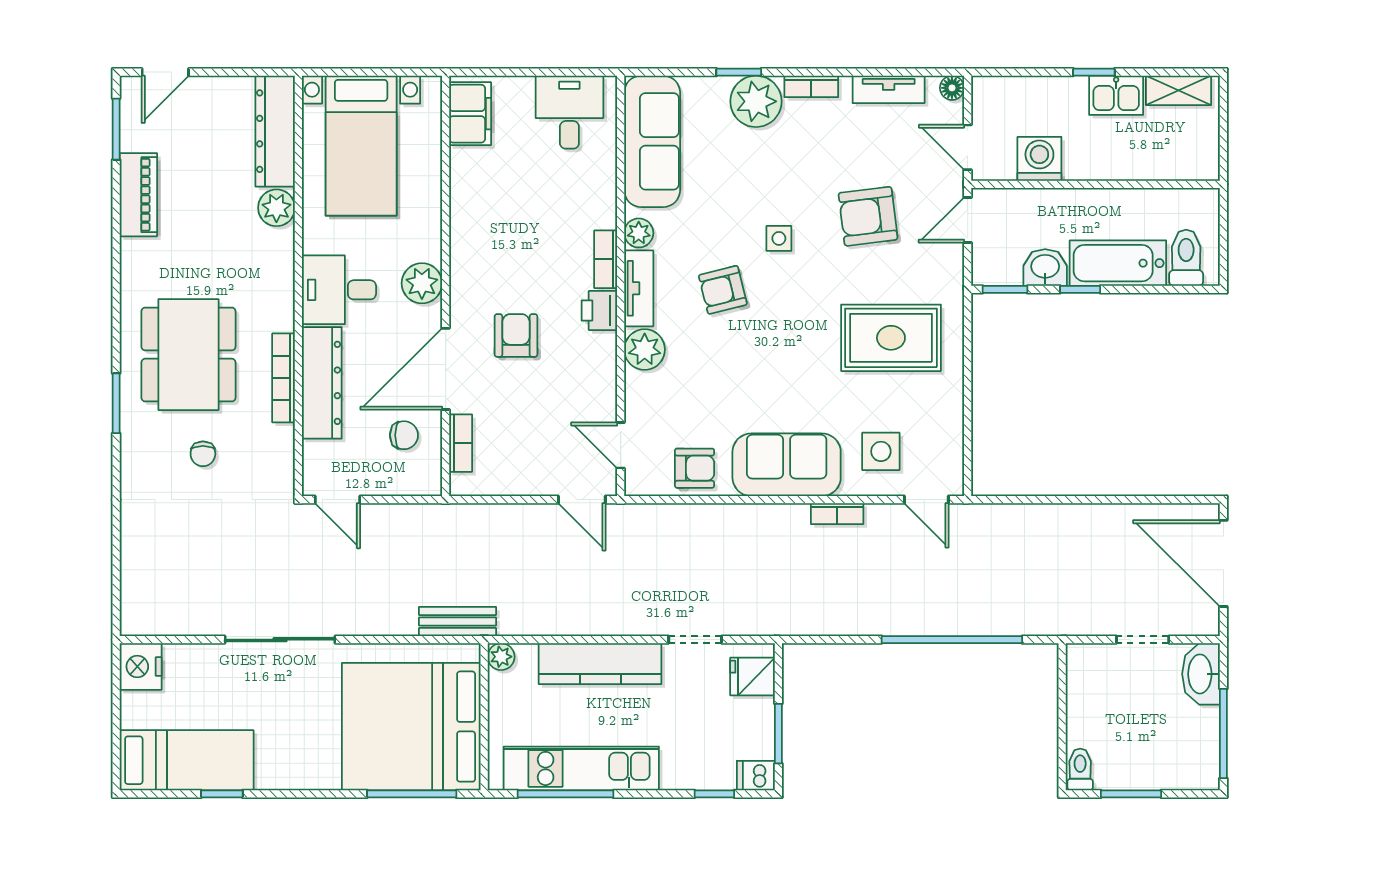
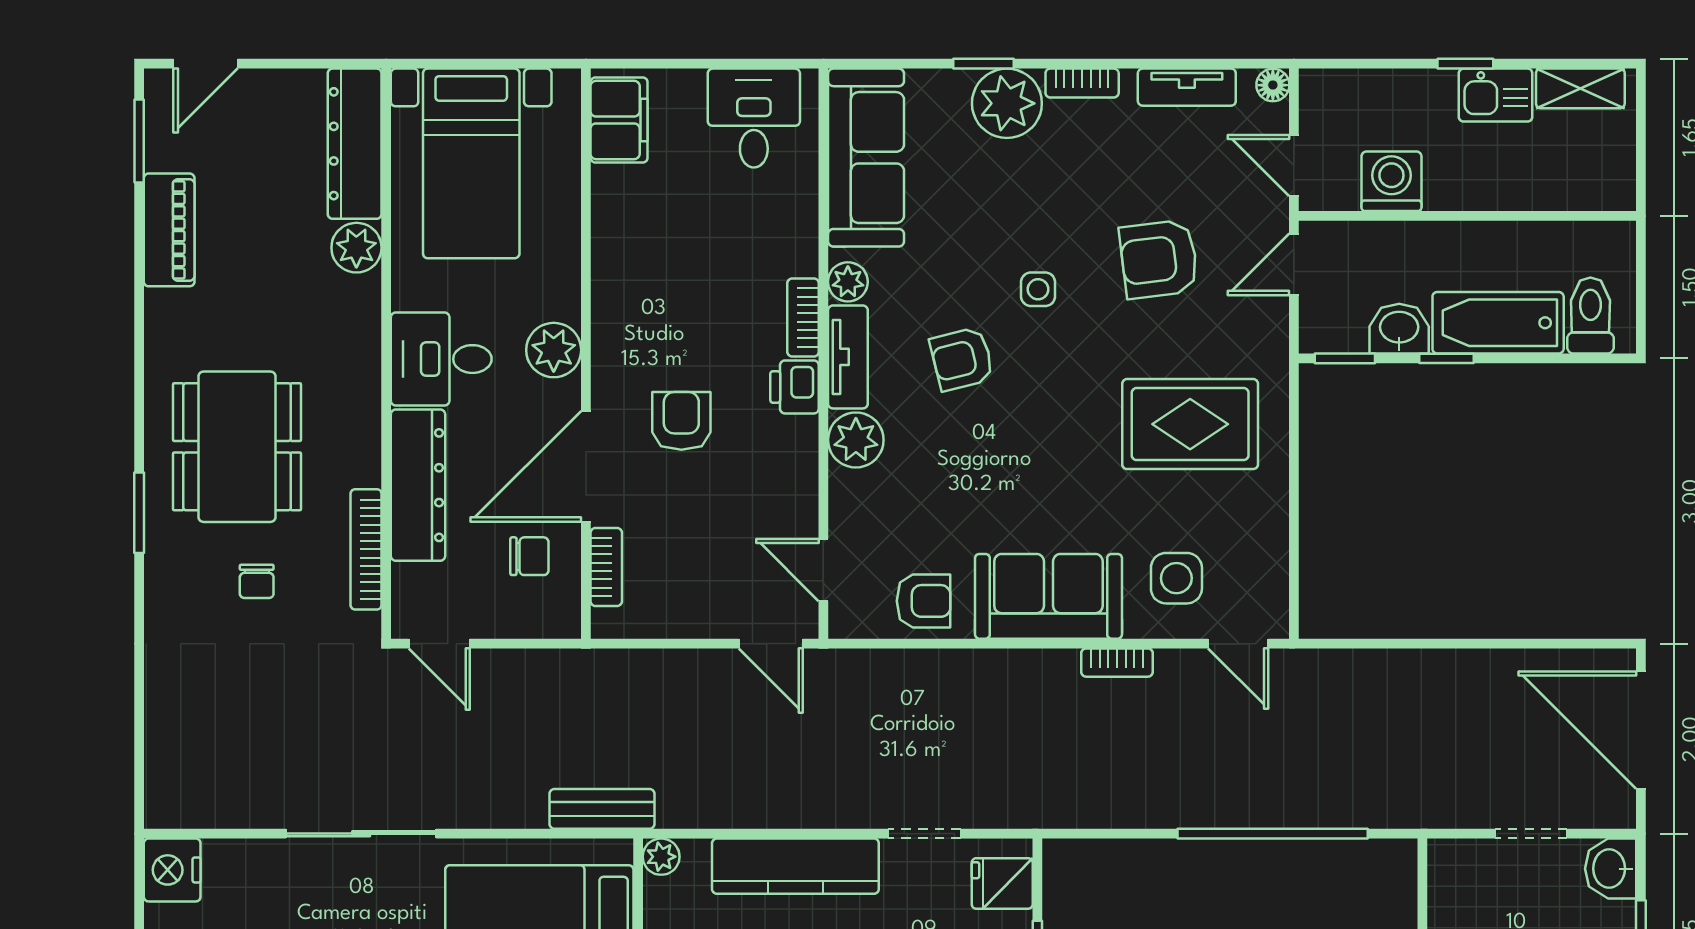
bookcase: (284, 378) -> (366, 549), moved
washbasin: (1201, 674) -> (1611, 869), width x0.72

